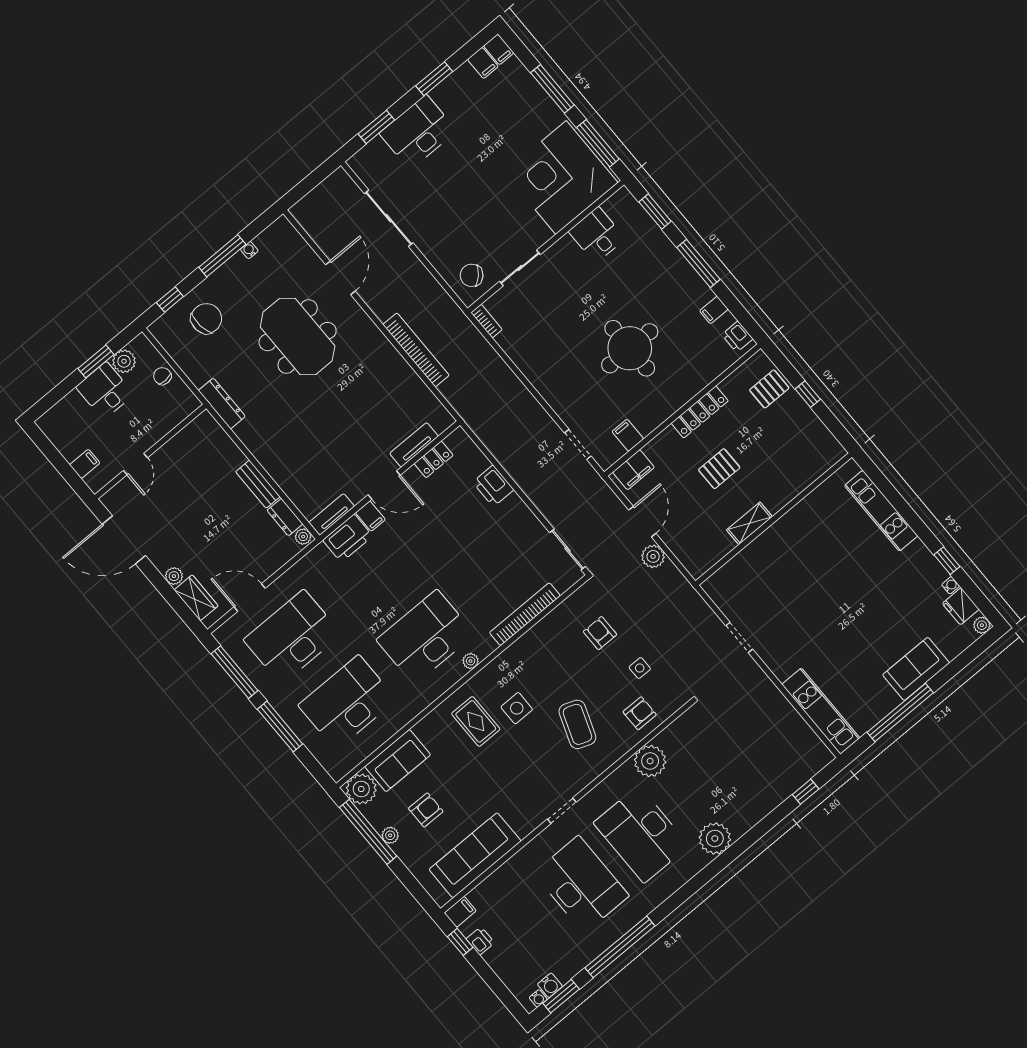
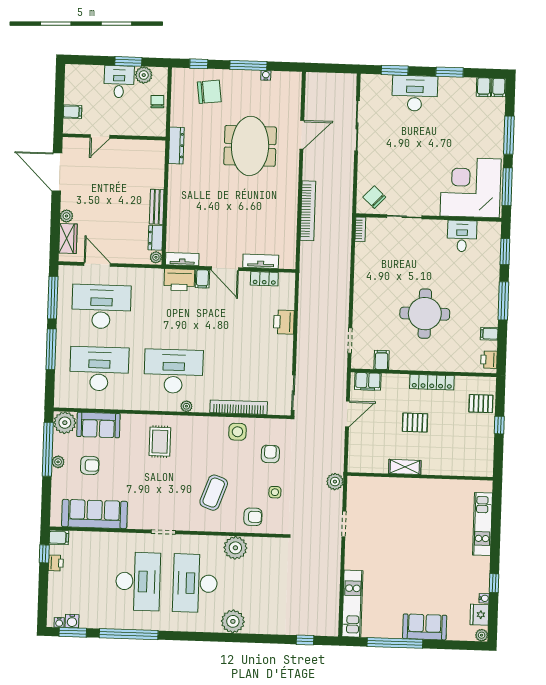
plant: (653, 556) -> (335, 482), moved
side table: (517, 708) -> (237, 432), moved

